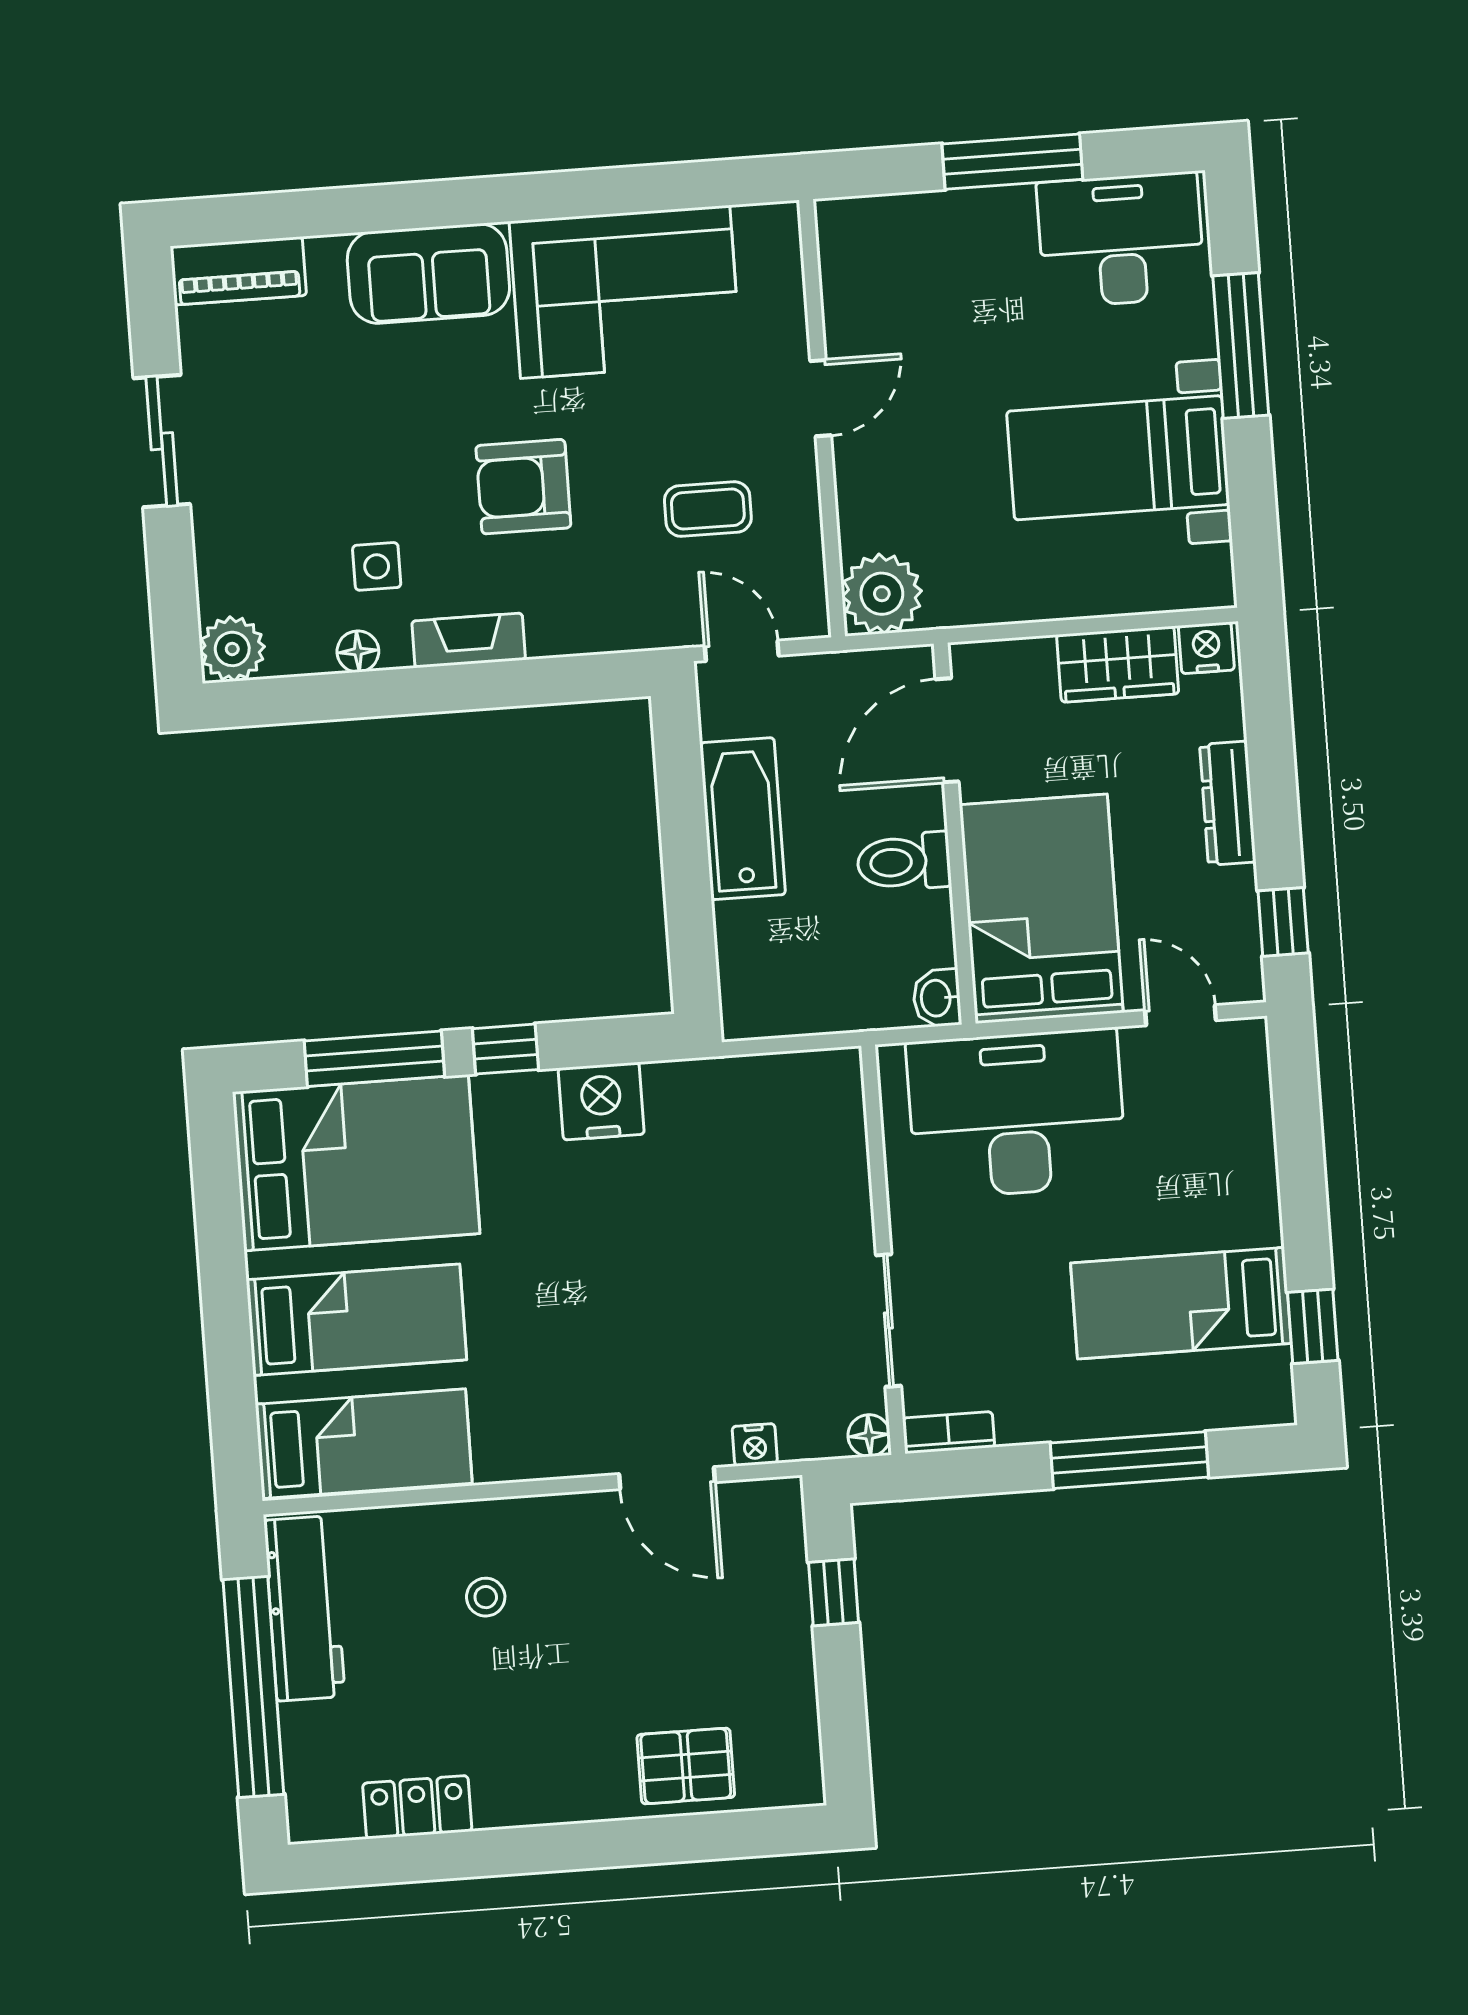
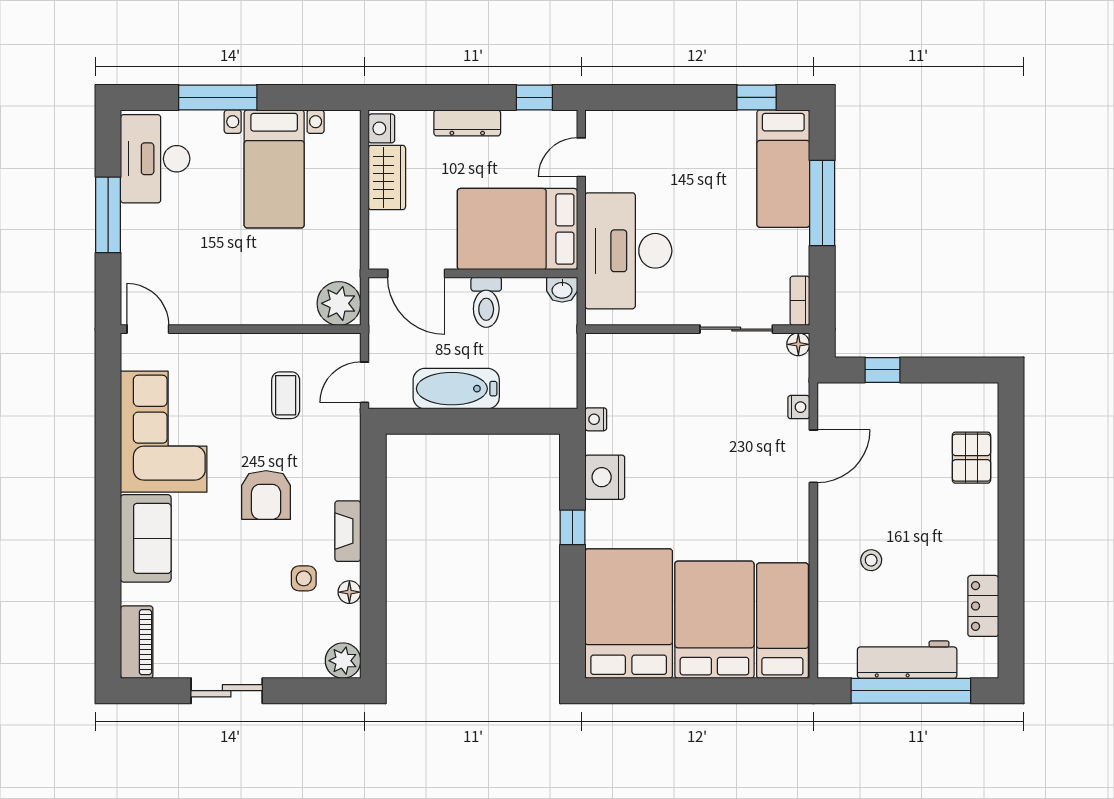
door: (821, 398) -> (148, 329), moved
window: (374, 1059) -> (573, 599), removed
nightstand: (705, 1077) -> (596, 419), added
bed: (1181, 1303) -> (783, 169), moved
bed: (356, 1320) -> (714, 620), width x1.50
workbench: (304, 1608) -> (907, 660), moved

